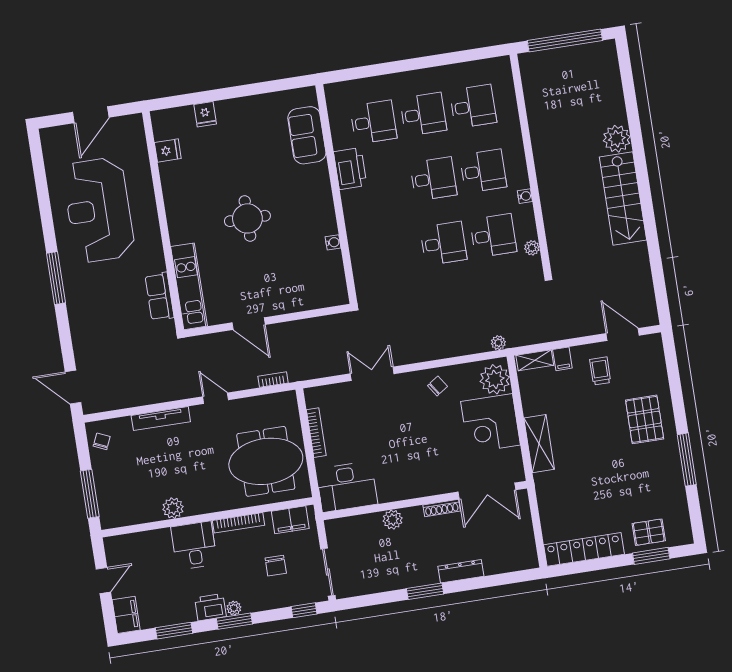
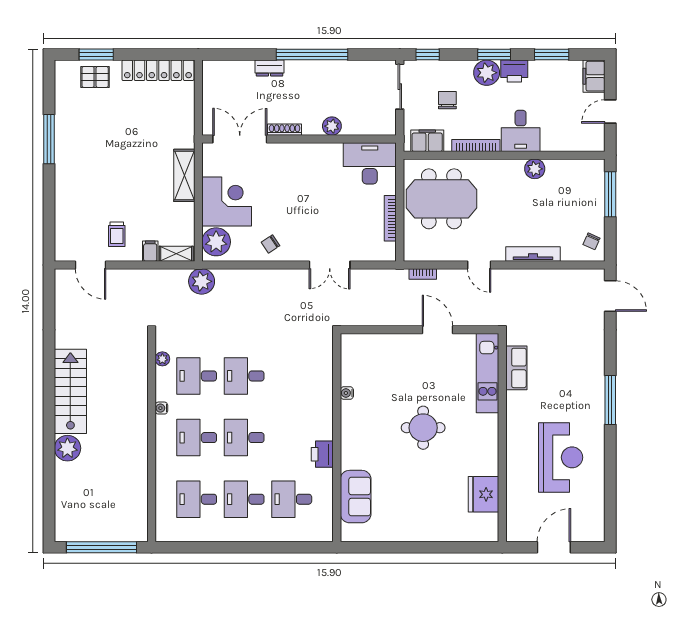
fridge: (205, 114) -> (447, 531), removed
fridge: (168, 150) -> (484, 494), width x1.88, depth x1.34
printer: (350, 169) -> (322, 454), width x0.73, depth x0.84
reception desk: (99, 210) -> (561, 457), width x0.74, depth x0.77
plant: (498, 343) -> (202, 281), width x1.88, depth x1.88
pallet: (645, 419) -> (83, 183), removed
dresser: (461, 571) -> (270, 68), width x0.70
window: (425, 591) -> (312, 55), width x2.11
plant: (234, 608) -> (487, 73), width x1.88, depth x1.88

